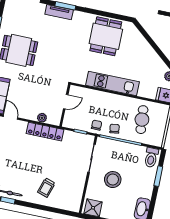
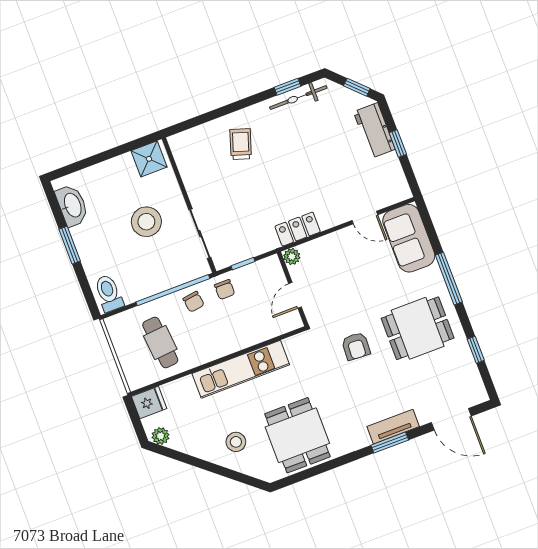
stool: (136, 51) -> (236, 442), added
armchair: (53, 60) -> (356, 346), added
plant: (42, 118) -> (292, 256), moved
locker: (45, 132) -> (298, 229), width x0.66
window: (158, 176) -> (70, 245), moved

